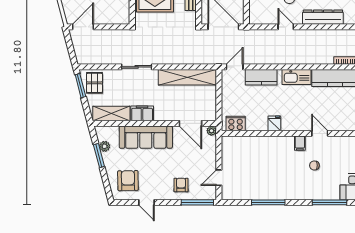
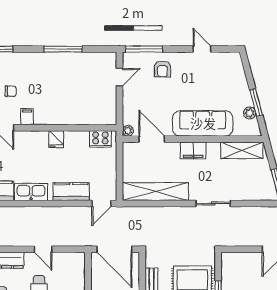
pallet: (95, 83) -> (261, 185), removed
filing cabinet: (142, 113) -> (193, 150), moved
armchair: (128, 181) -> (223, 74), removed

